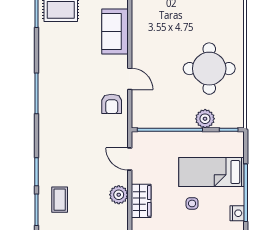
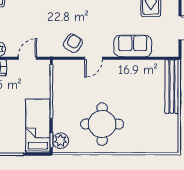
armchair: (112, 104) -> (73, 43), turned 124
plant: (205, 119) -> (61, 141), moved
bed: (212, 172) -> (38, 126), moved

